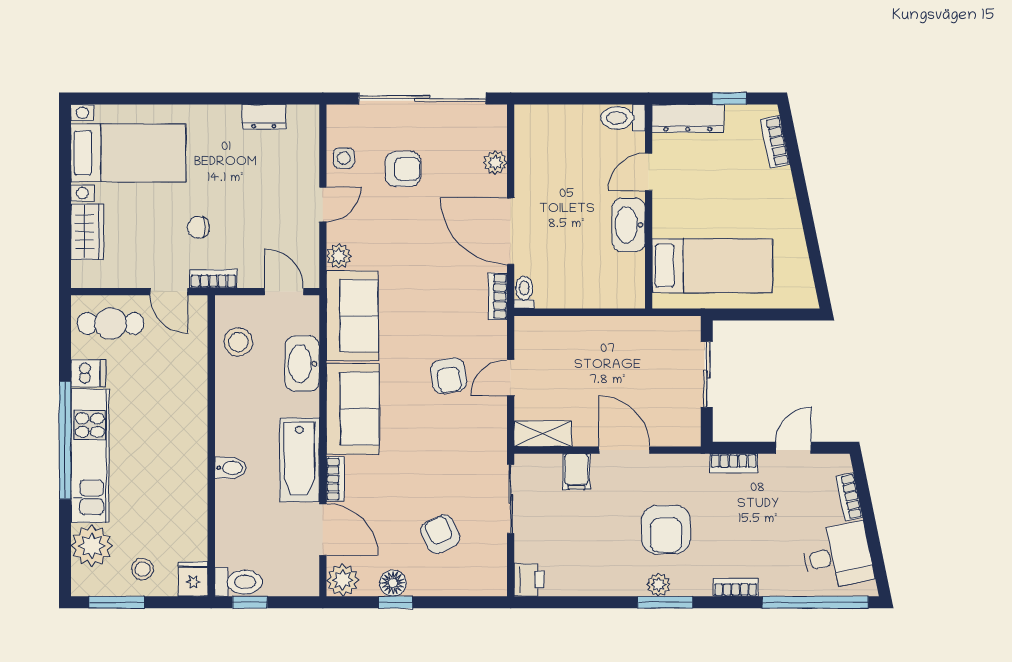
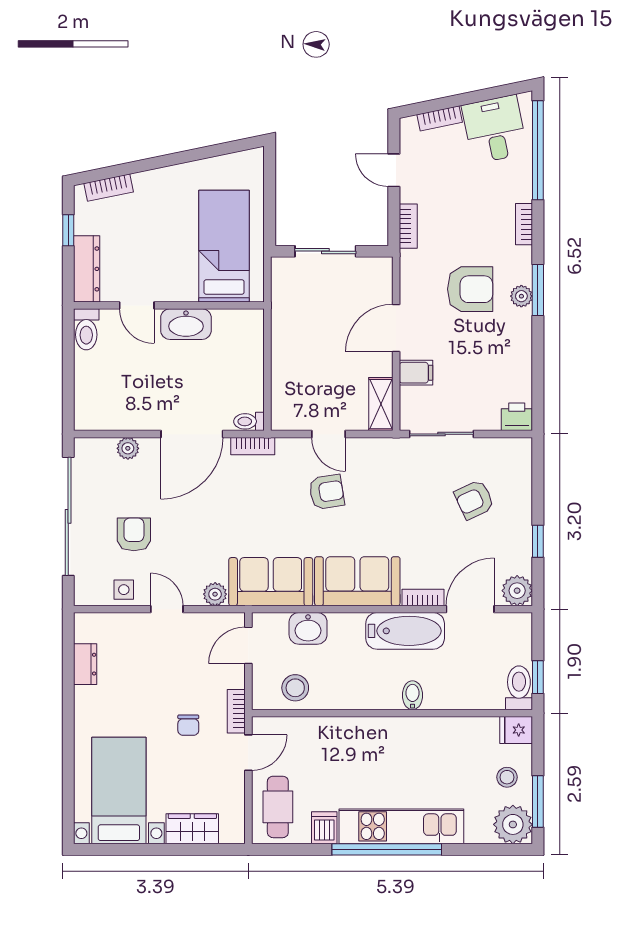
washbasin: (302, 364) -> (308, 628), width x0.72
plant: (92, 546) -> (513, 824), moved
floor lamp: (393, 583) -> (520, 544), removed

